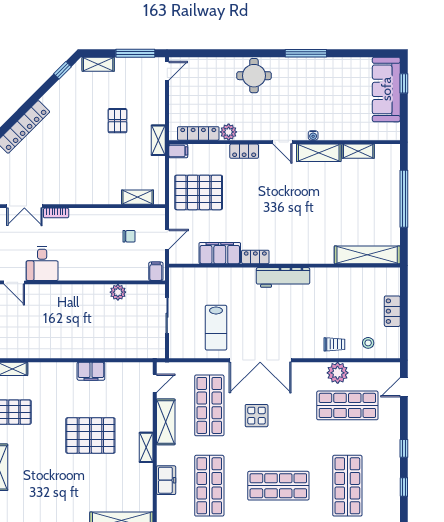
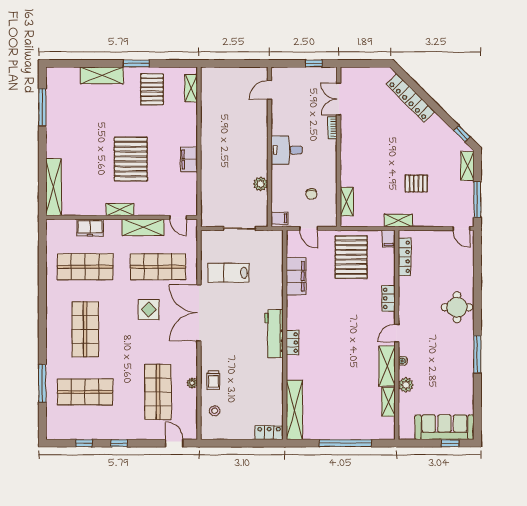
plant: (229, 132) -> (406, 385), moved
locker: (255, 257) -> (293, 343), moved
desk: (42, 263) -> (287, 150), moved
locker: (392, 311) -> (269, 433), moved
plant: (338, 373) -> (192, 383), width x0.53, depth x0.53

